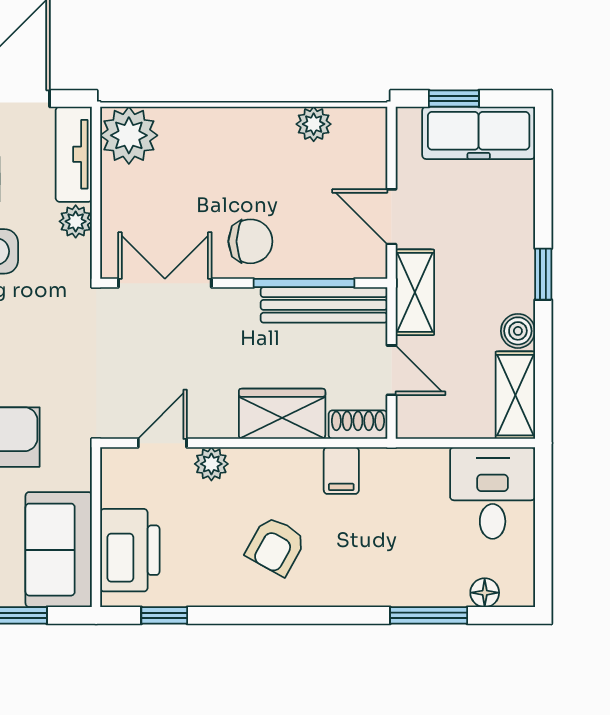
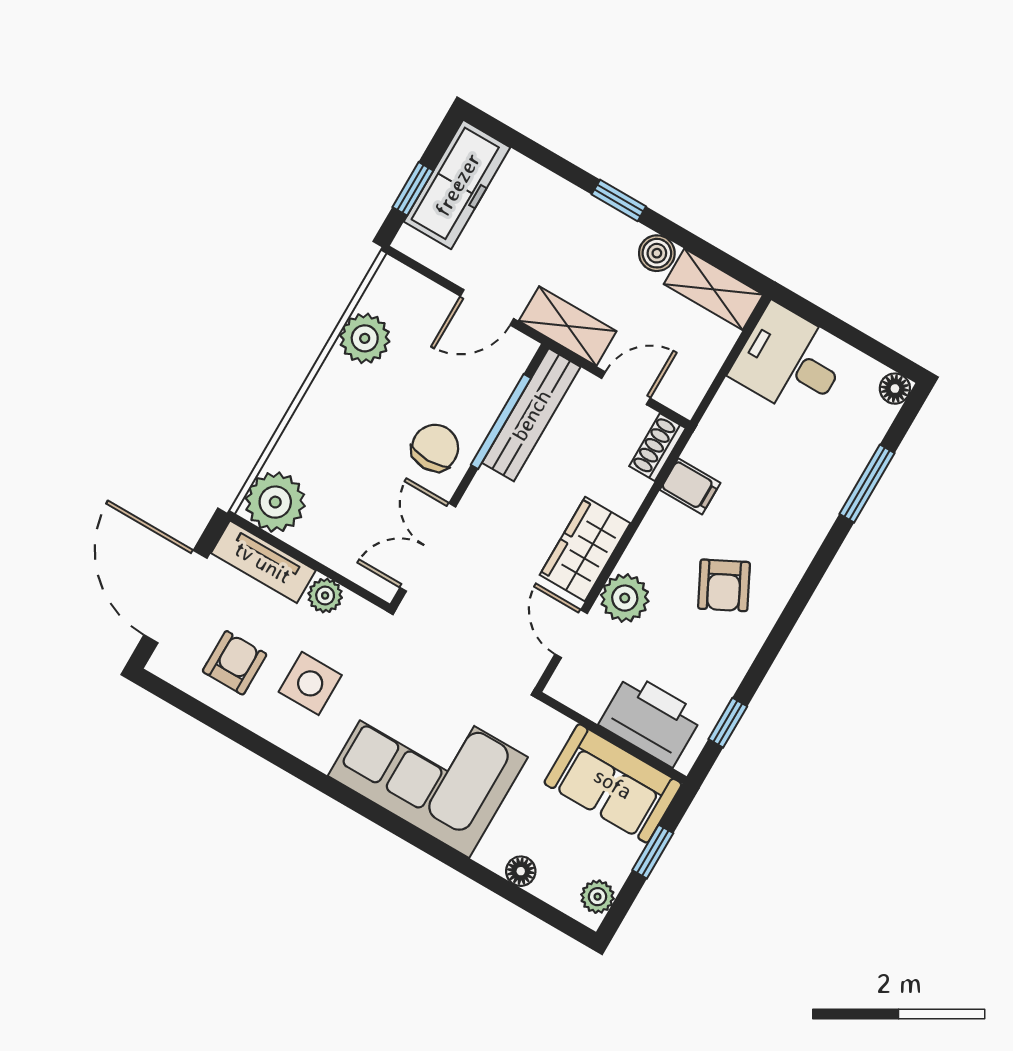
plant: (314, 124) -> (365, 338), width x1.38, depth x1.38
wardrobe: (282, 414) -> (585, 549), moved
plant: (211, 464) -> (625, 598), width x1.38, depth x1.38
armchair: (276, 546) -> (724, 585), turned 34
floor lamp: (485, 593) -> (895, 389), moved

